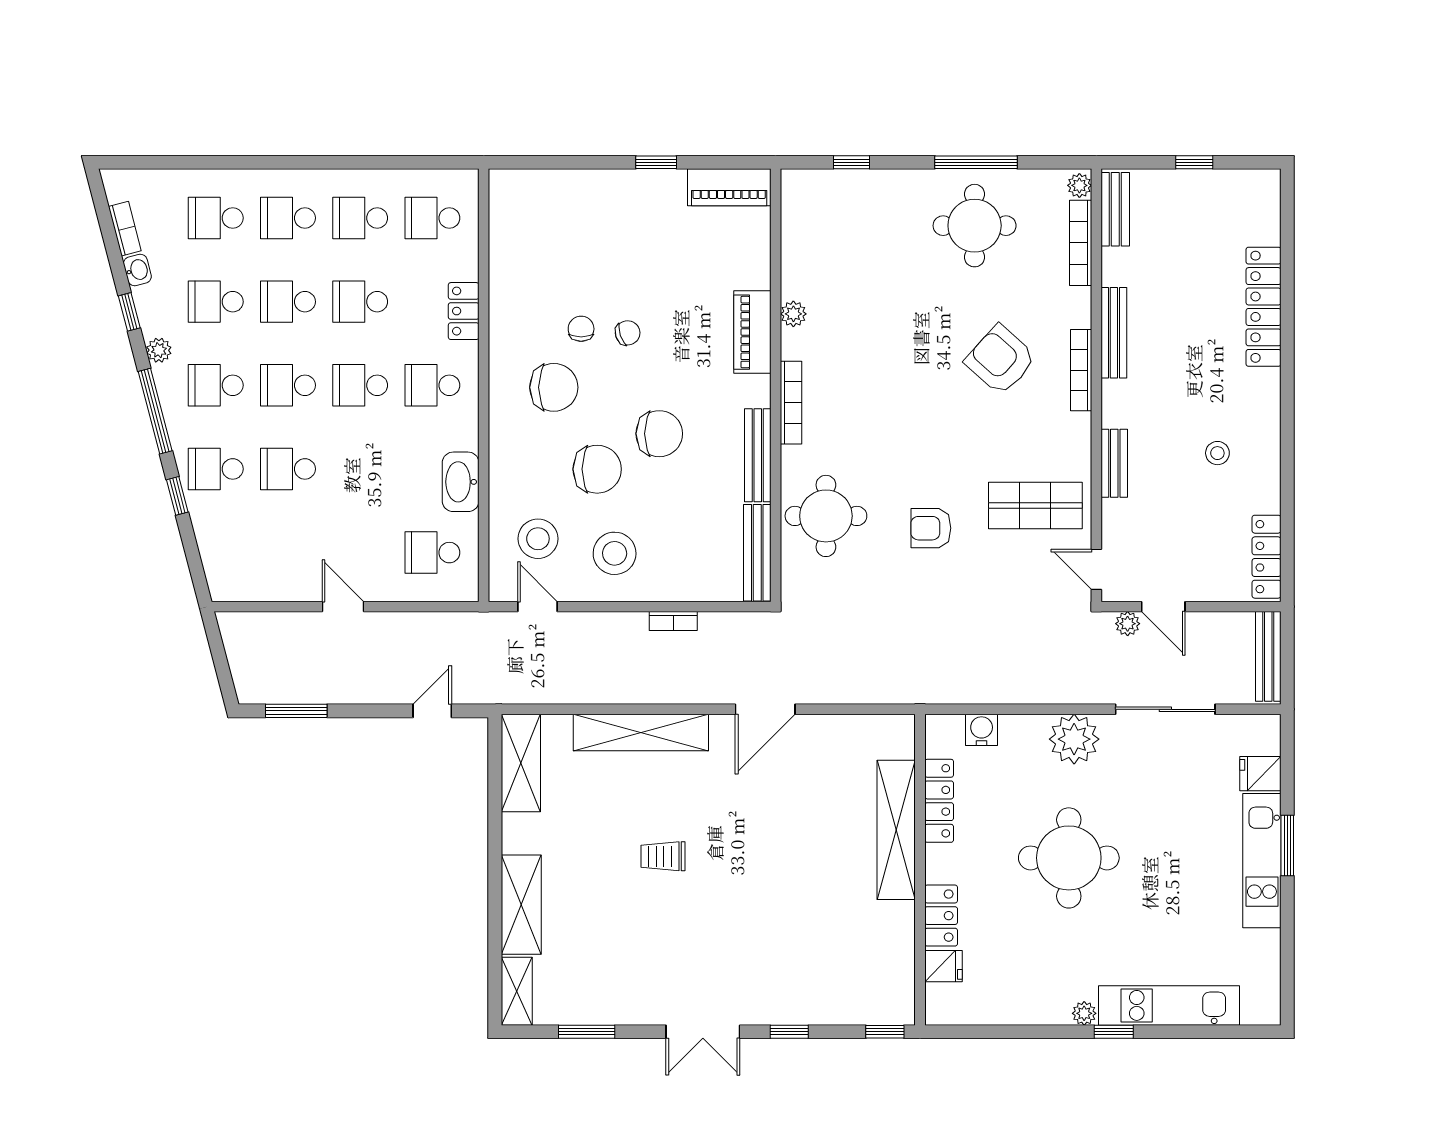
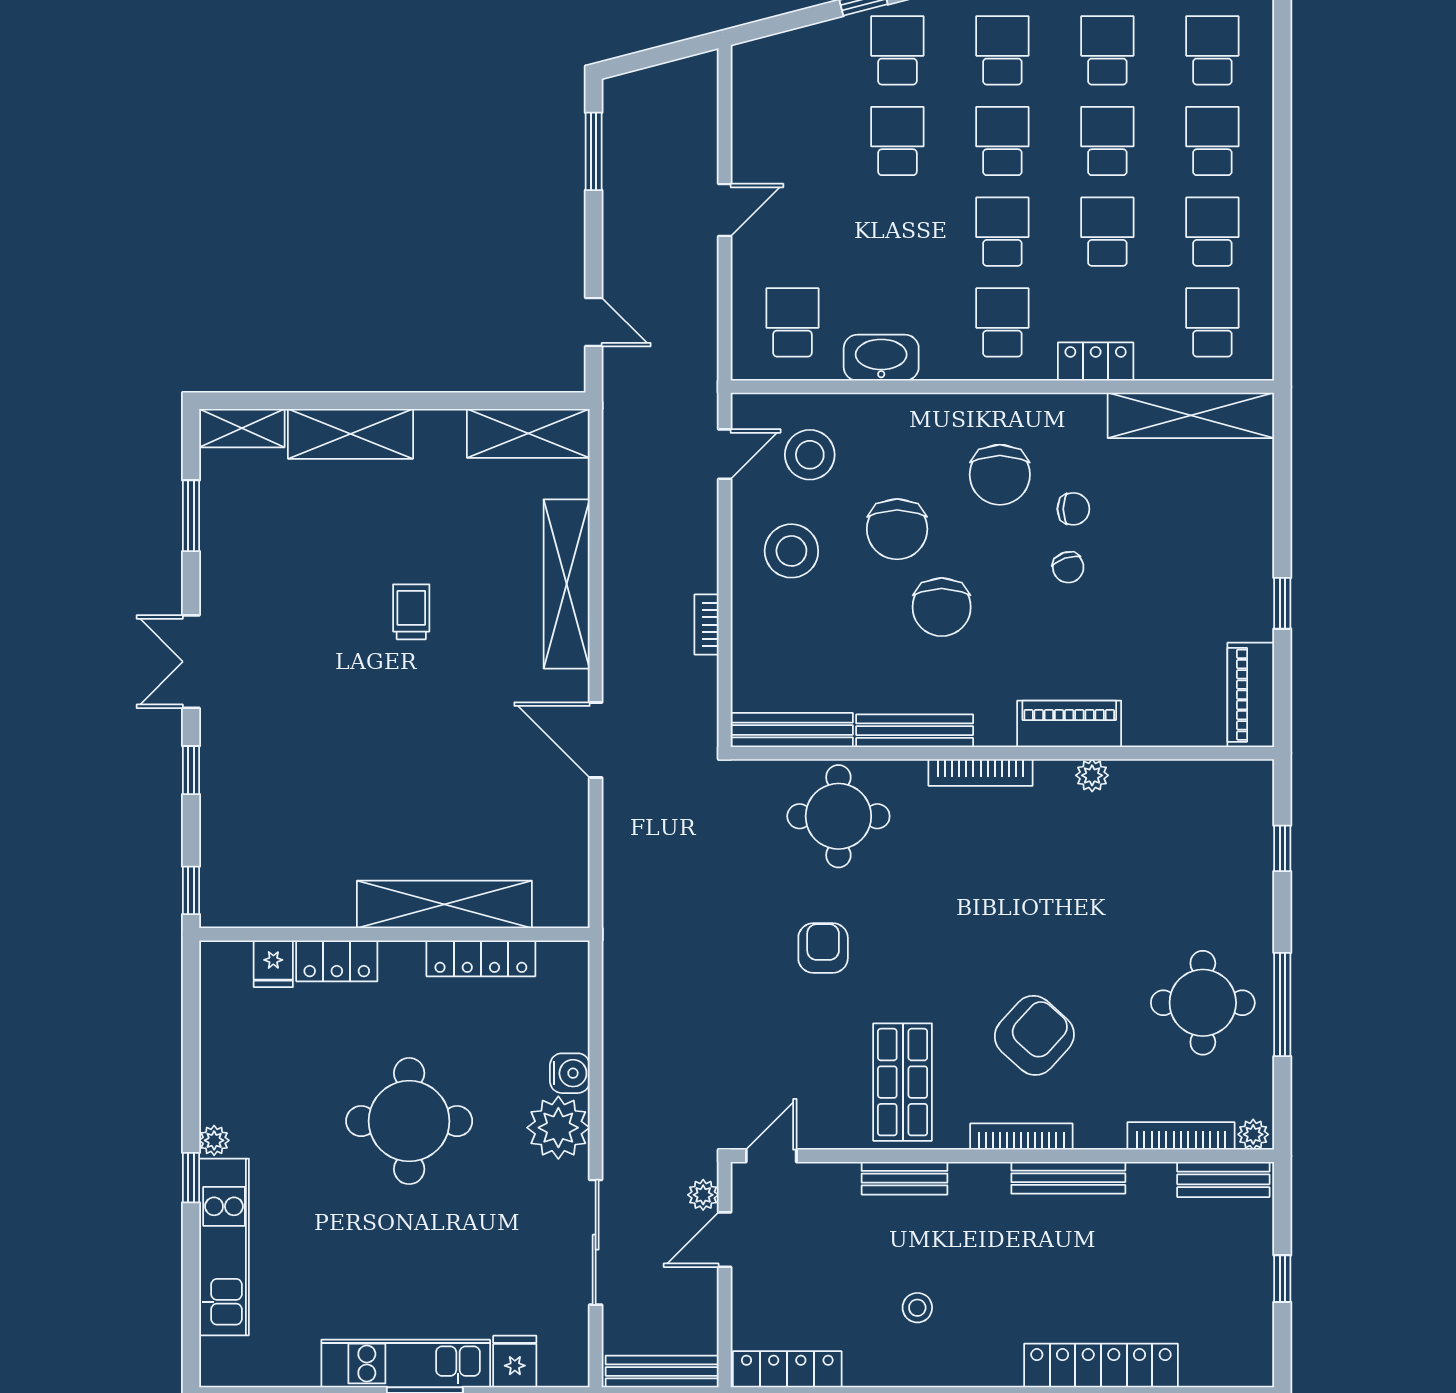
shelving: (507, 235) -> (1191, 415), added
shop shelf: (1035, 505) -> (903, 1082), moved
water cooler: (982, 730) -> (570, 1073), moved

